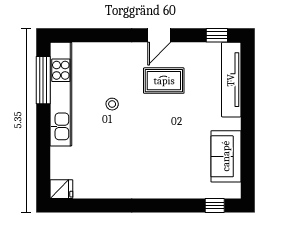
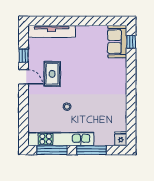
window: (217, 35) -> (24, 56), moved
window: (43, 143) -> (92, 150), added
sofa: (226, 156) -> (117, 42), moved, turned 90

